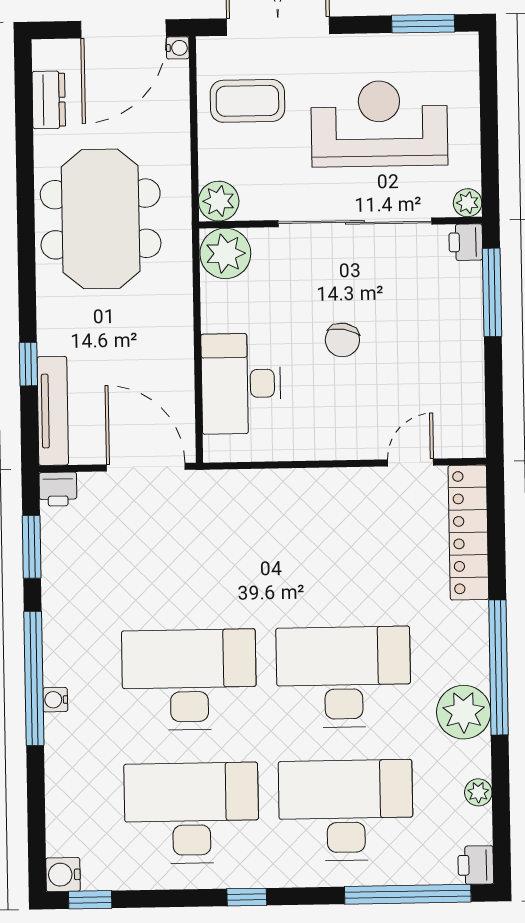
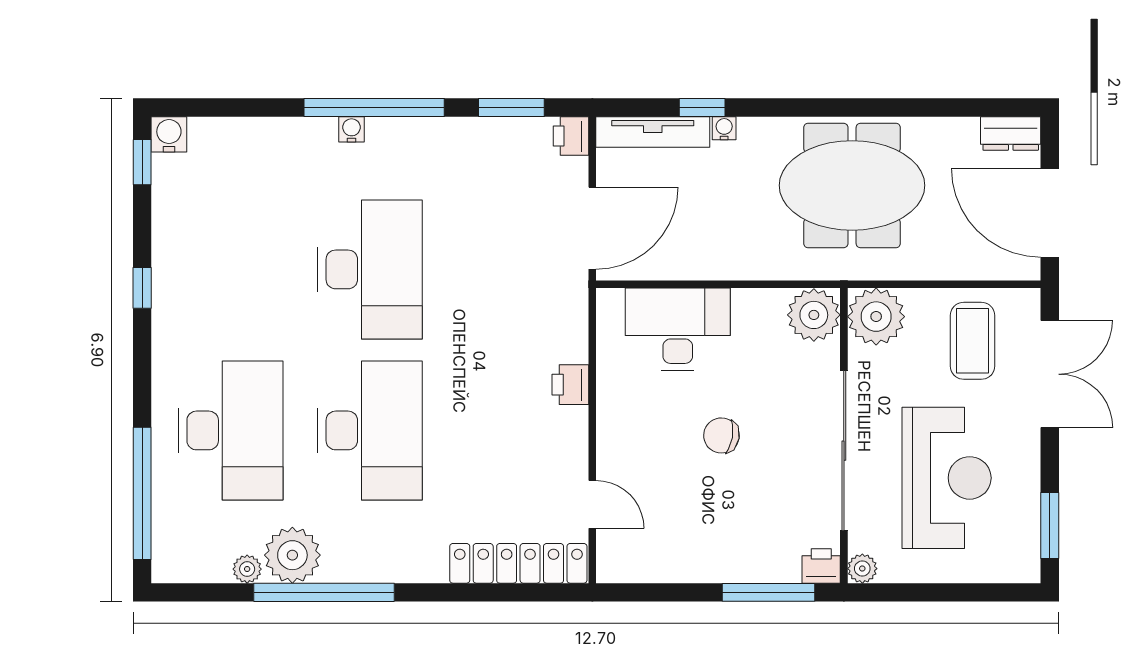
water cooler: (178, 48) -> (724, 128), moved, turned 180
dresser: (49, 100) -> (1011, 134), moved
plant: (219, 201) -> (876, 317), width x1.36, depth x1.36
window: (499, 667) -> (324, 592), moved
plant: (464, 712) -> (292, 555), moved
desk: (191, 813) -> (231, 269), removed
printer: (476, 865) -> (570, 385), moved, turned -90
window: (247, 897) -> (142, 288), moved

